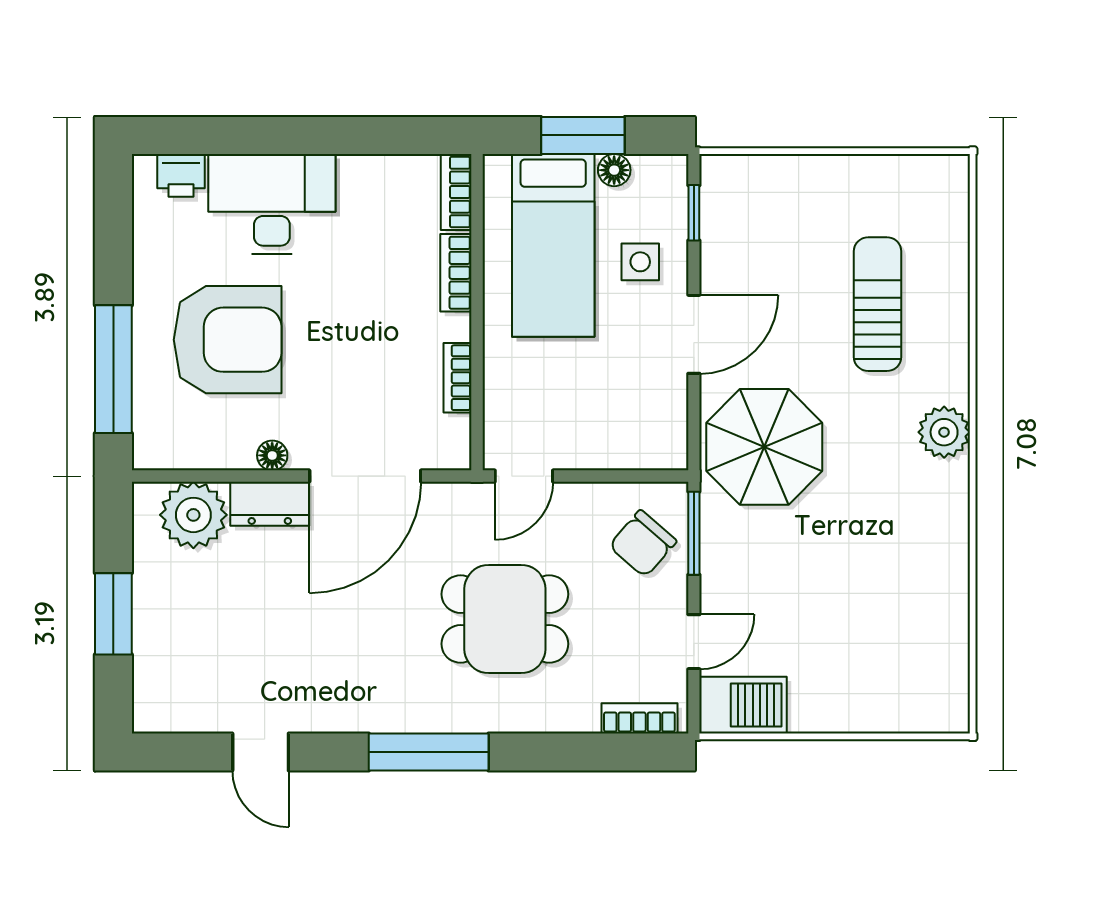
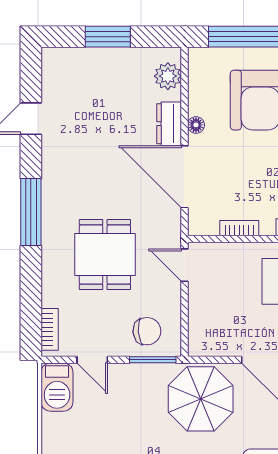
plant: (193, 515) -> (168, 76), width x0.73, depth x0.73
chair: (643, 544) -> (147, 331), turned 134

